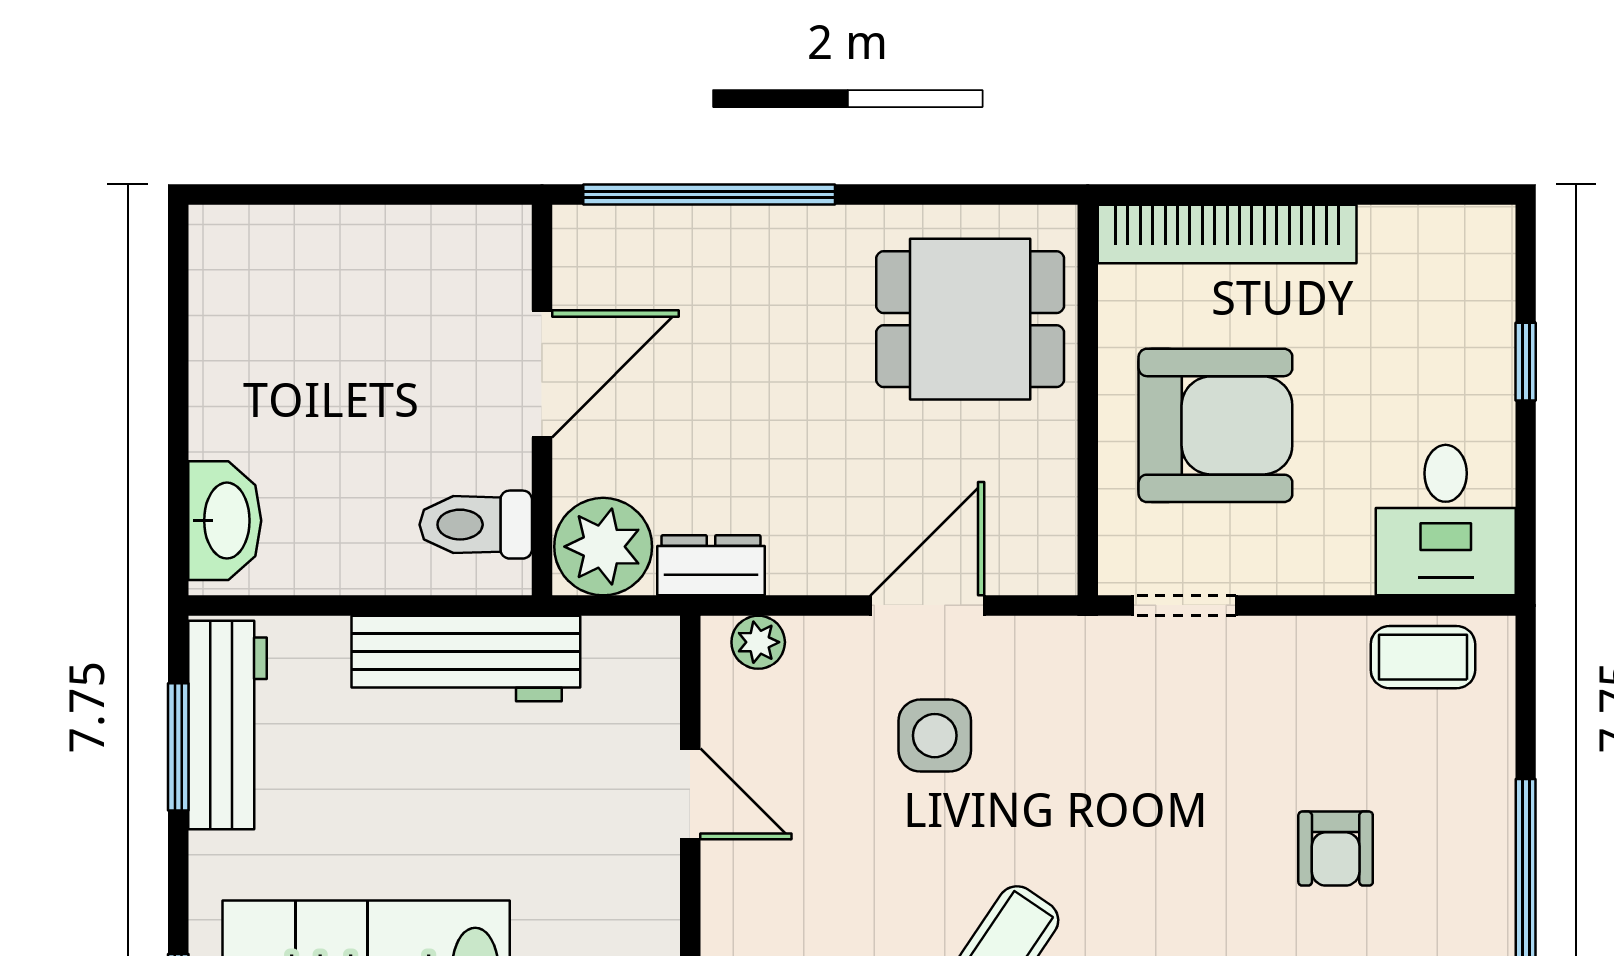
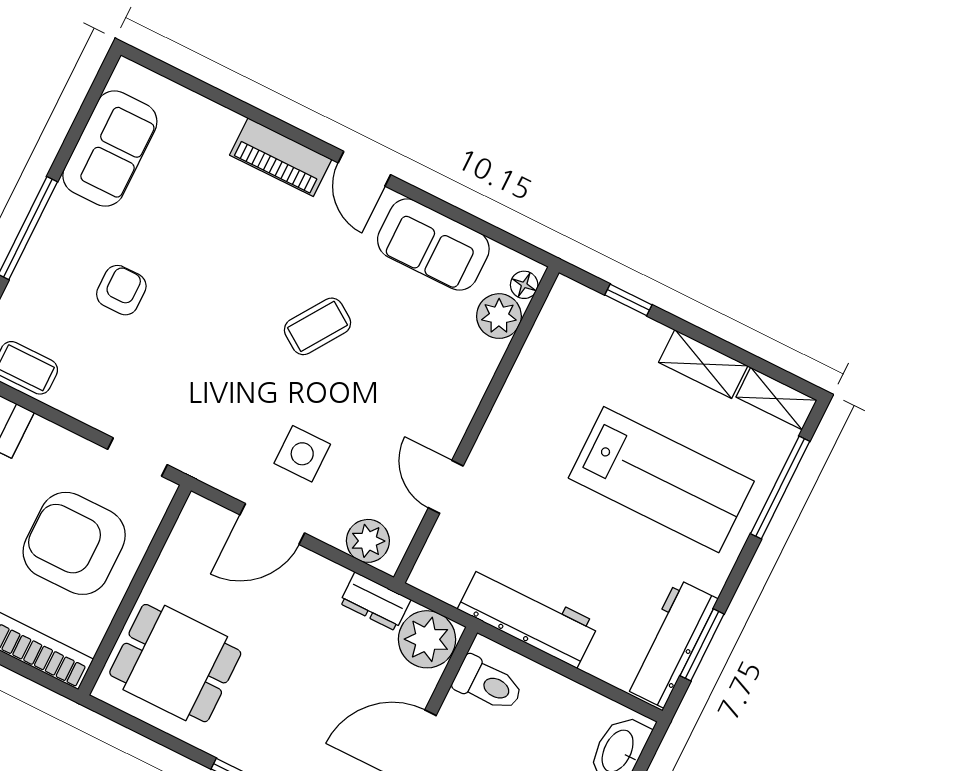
plant: (758, 642) -> (368, 541), width x1.38, depth x1.38

